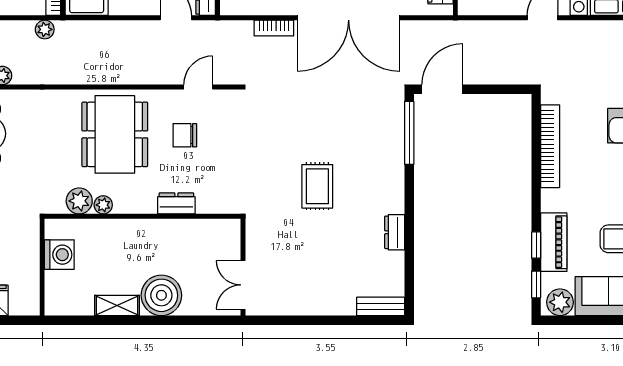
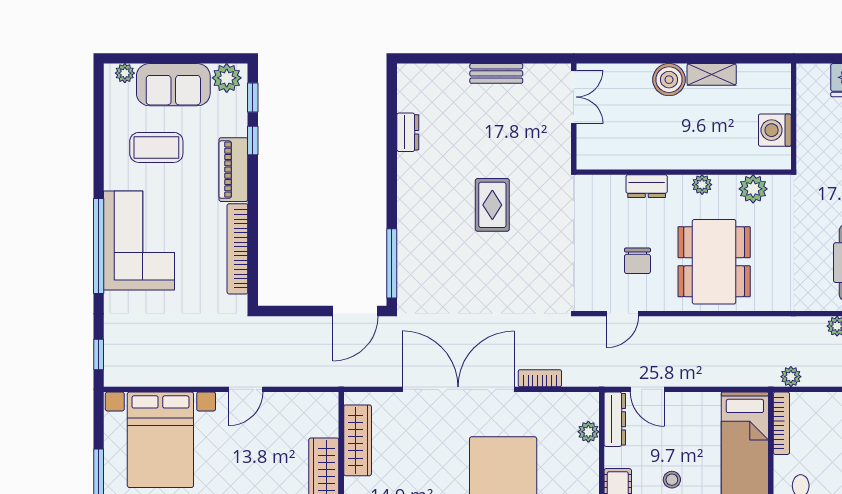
chair: (185, 135) -> (637, 261), turned 90
plant: (103, 205) -> (702, 185), moved
dresser: (395, 232) -> (408, 132), moved
piano: (554, 242) -> (233, 170), moved
boiler: (161, 295) -> (669, 80), width x0.73, depth x0.73
bench: (381, 306) -> (496, 73), moved

